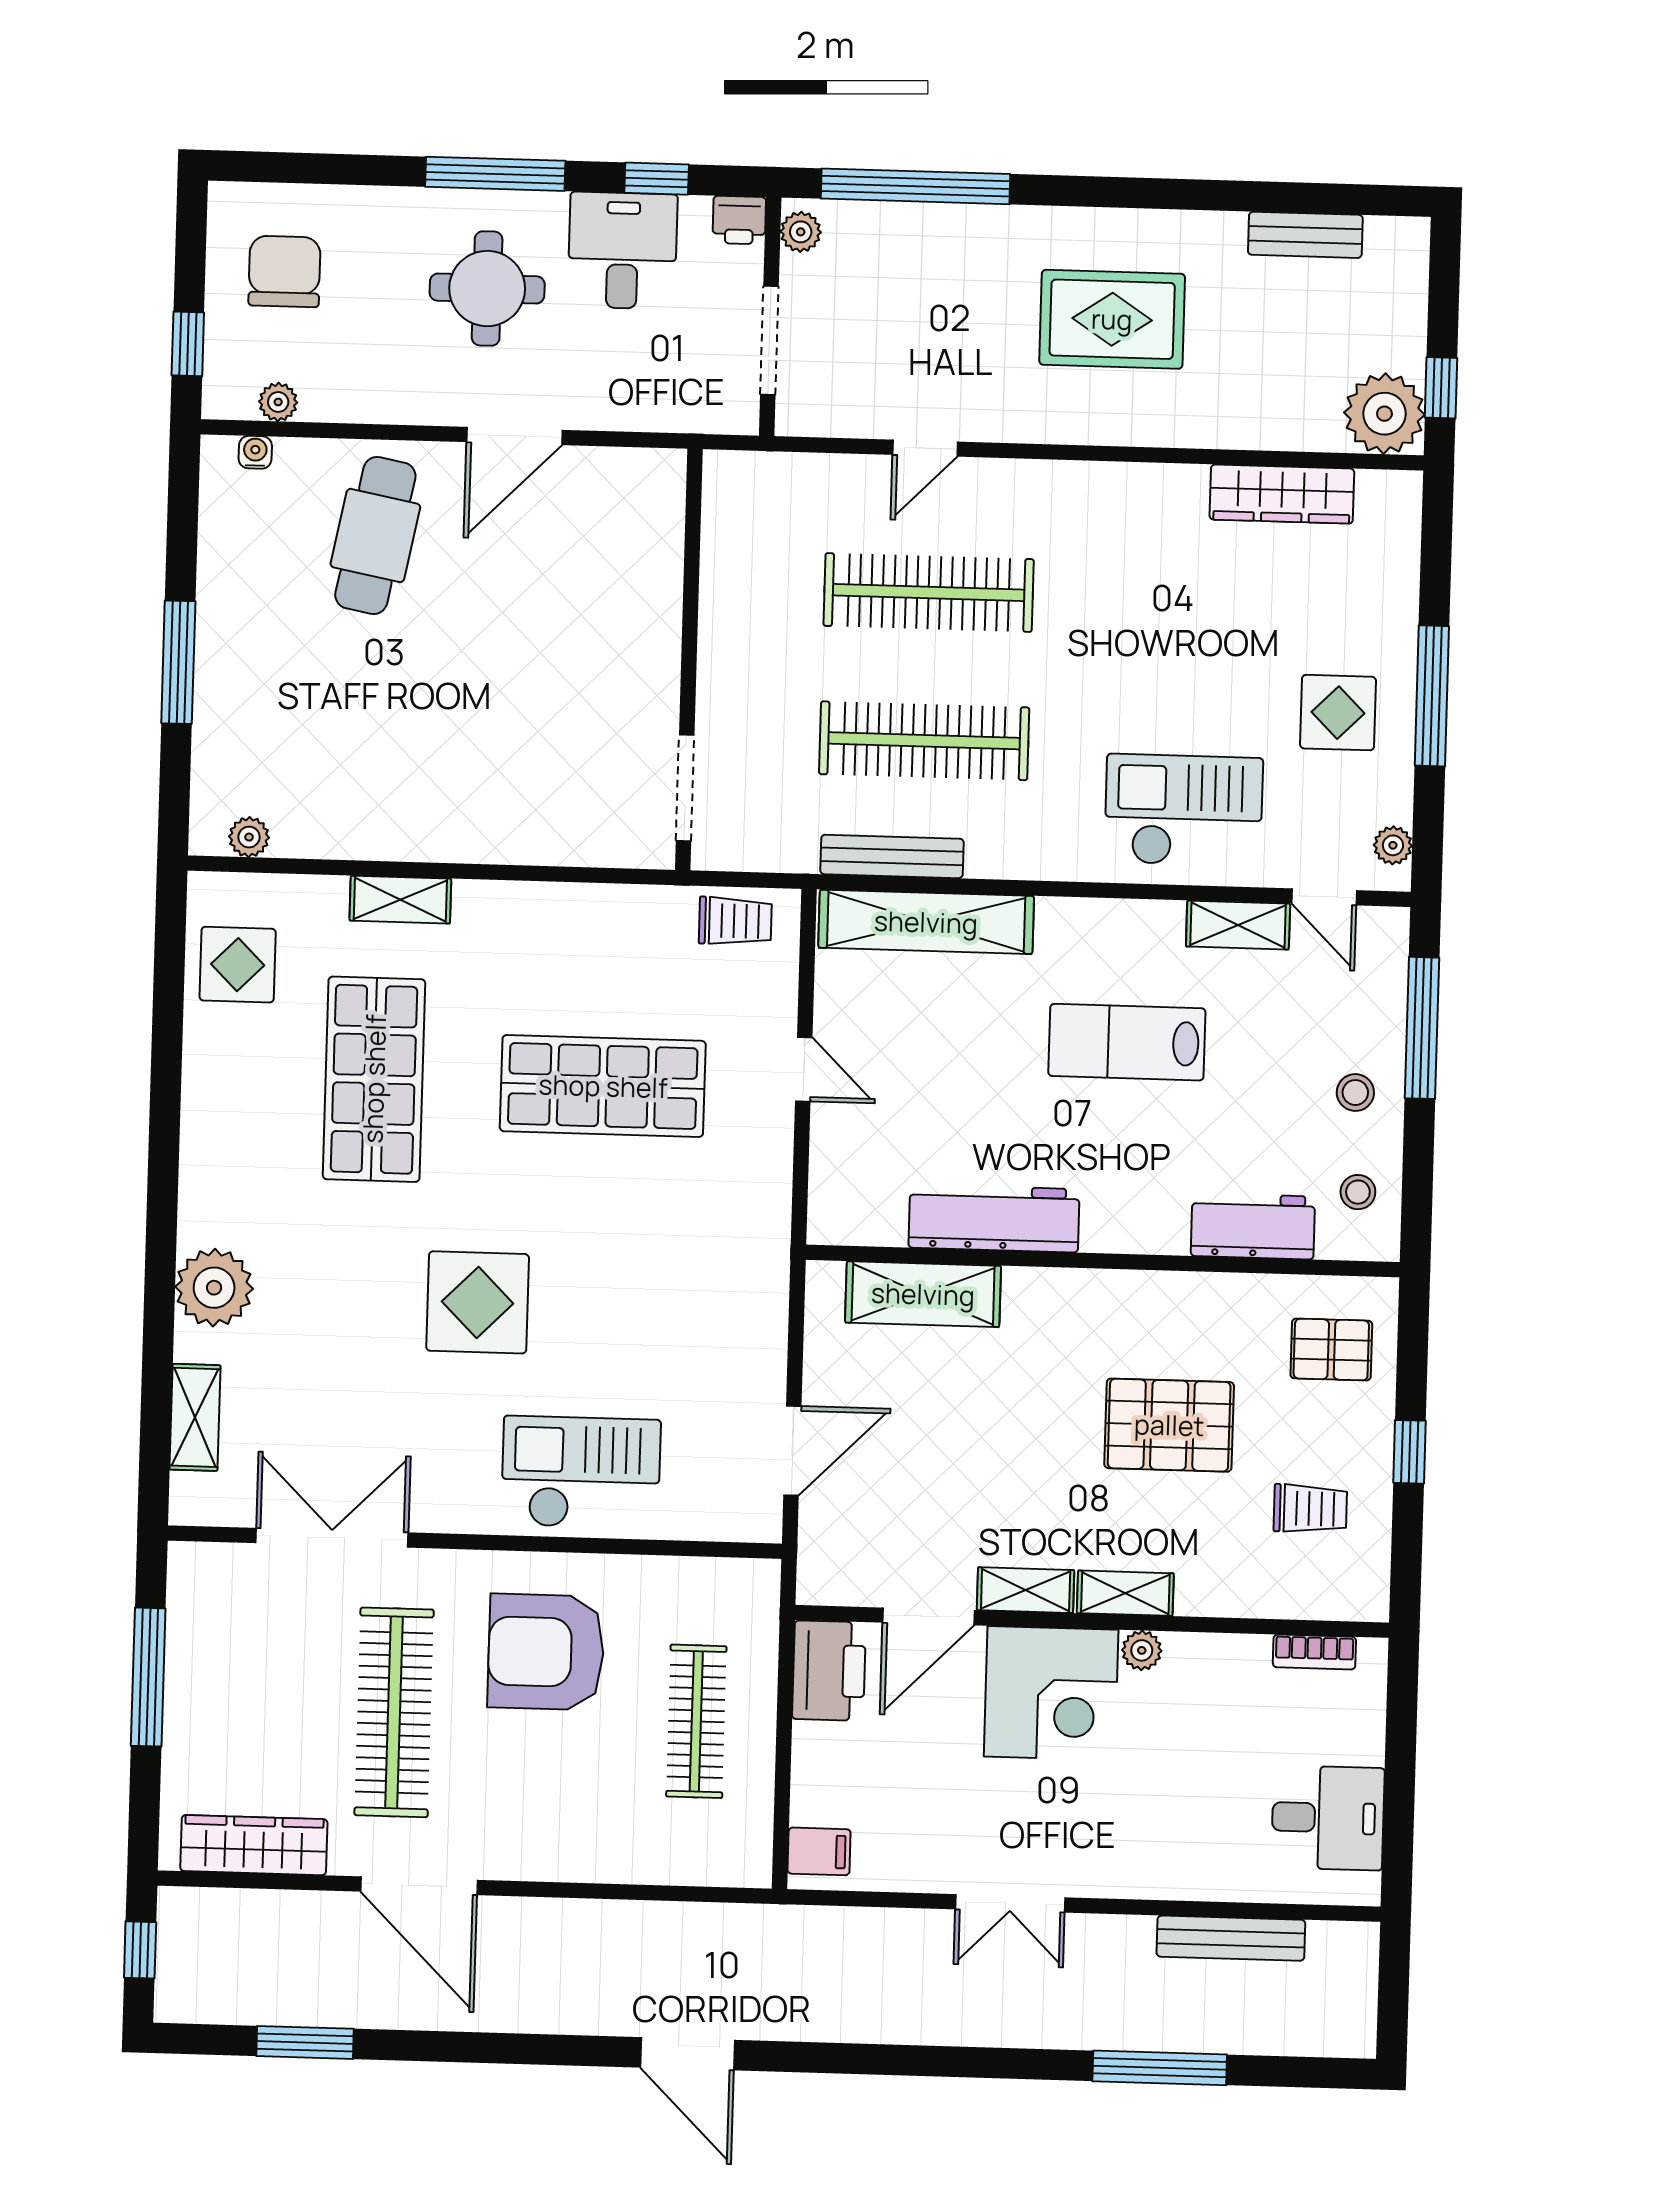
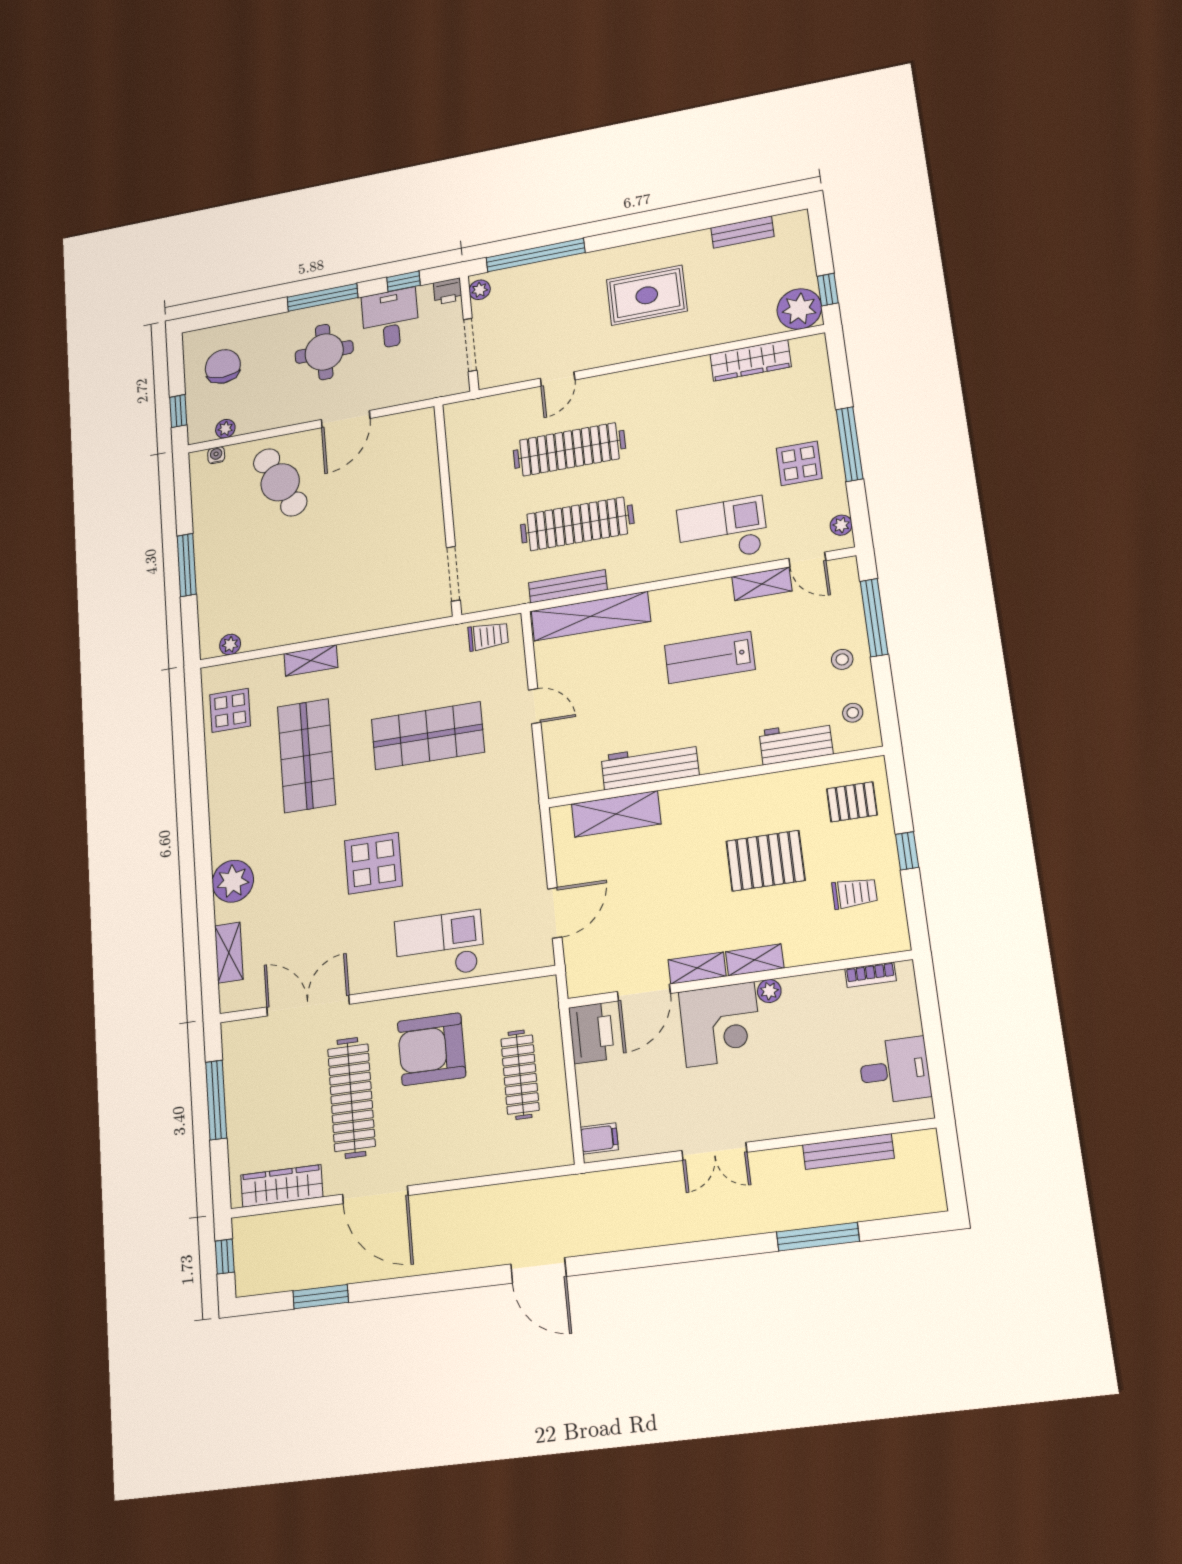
cafe table: (375, 536) -> (280, 482), turned -37

